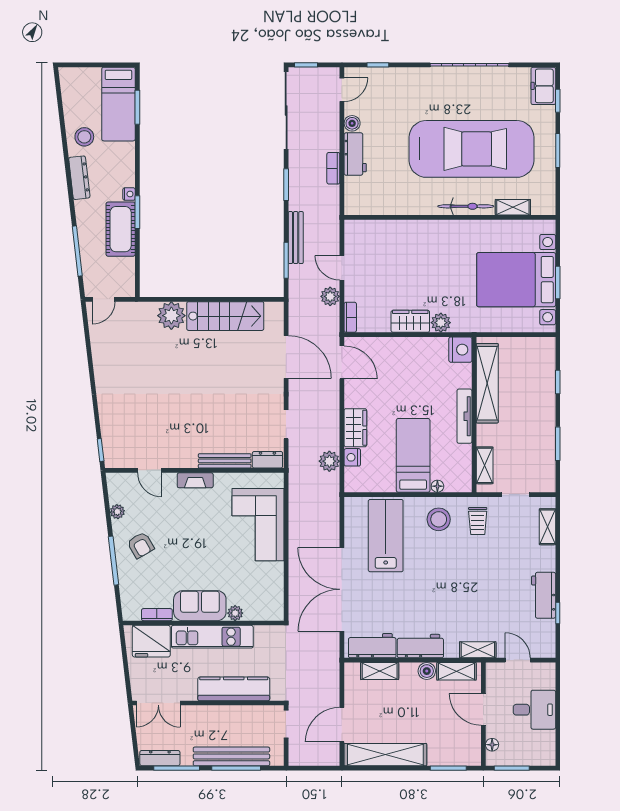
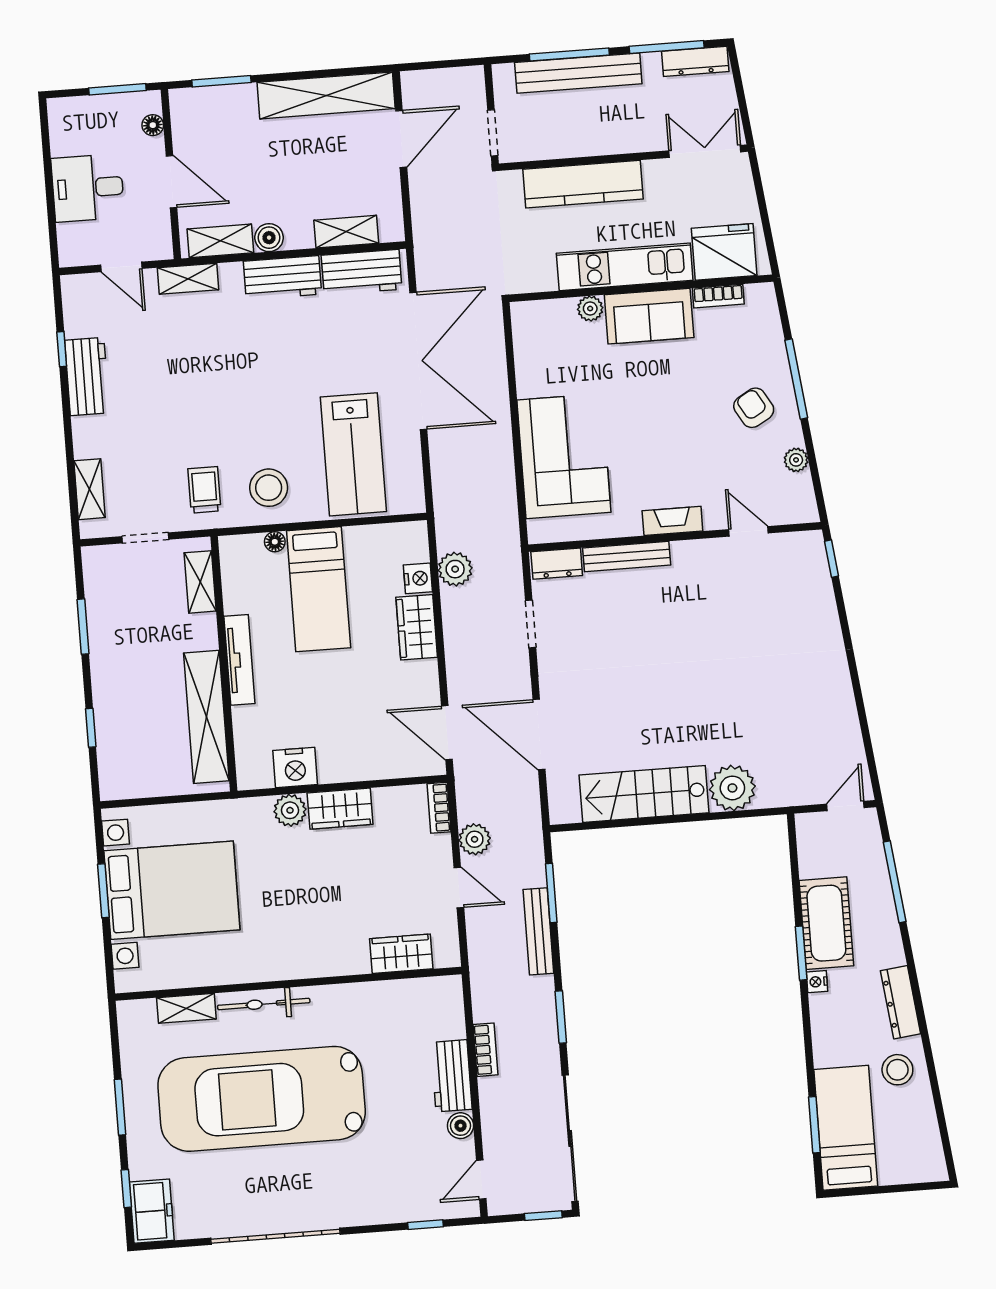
wardrobe: (380, 230) -> (401, 954), added
nightstand: (460, 350) -> (295, 768), moved, turned -90

